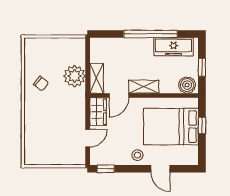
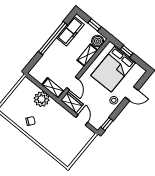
shelving: (144, 87) -> (87, 55), moved

